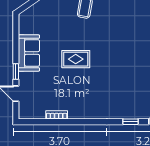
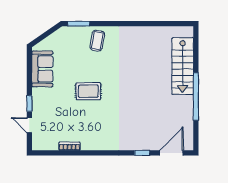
sofa: (29, 53) -> (42, 69), moved

